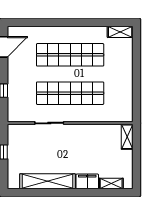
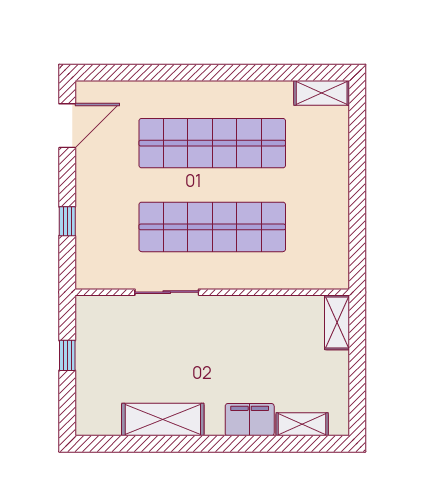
shelving: (47, 181) -> (163, 419), width x0.68

